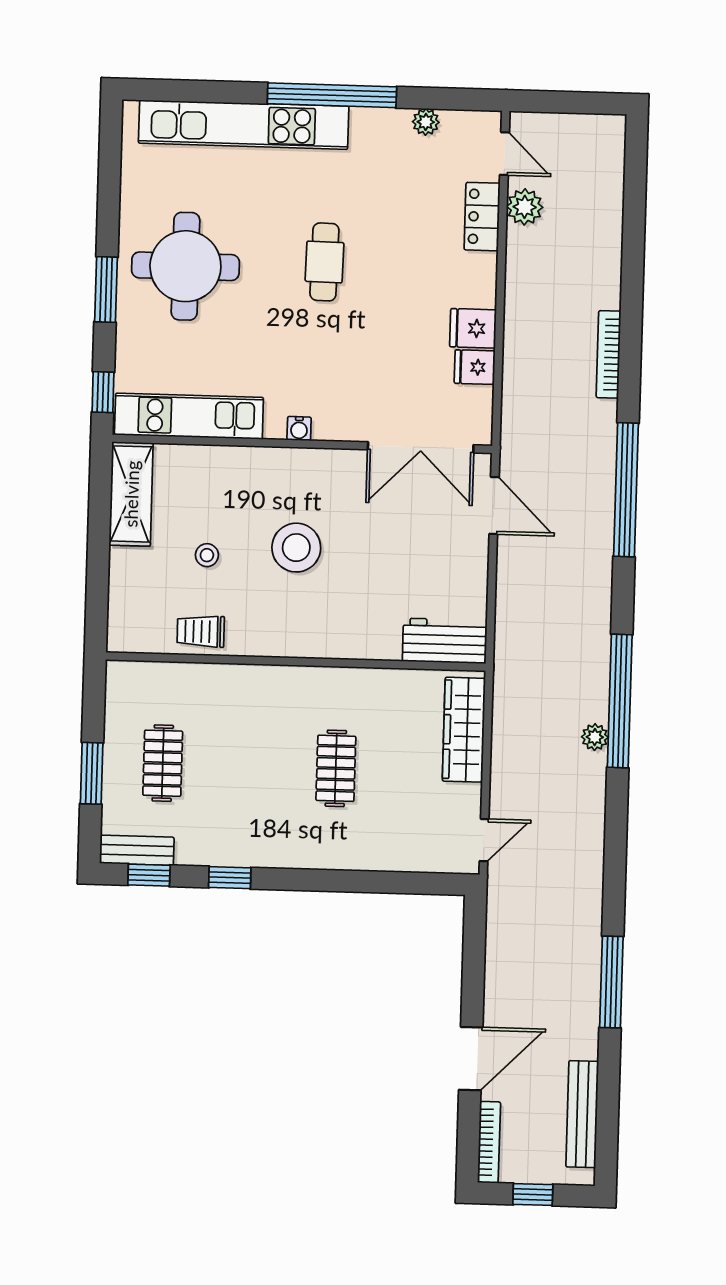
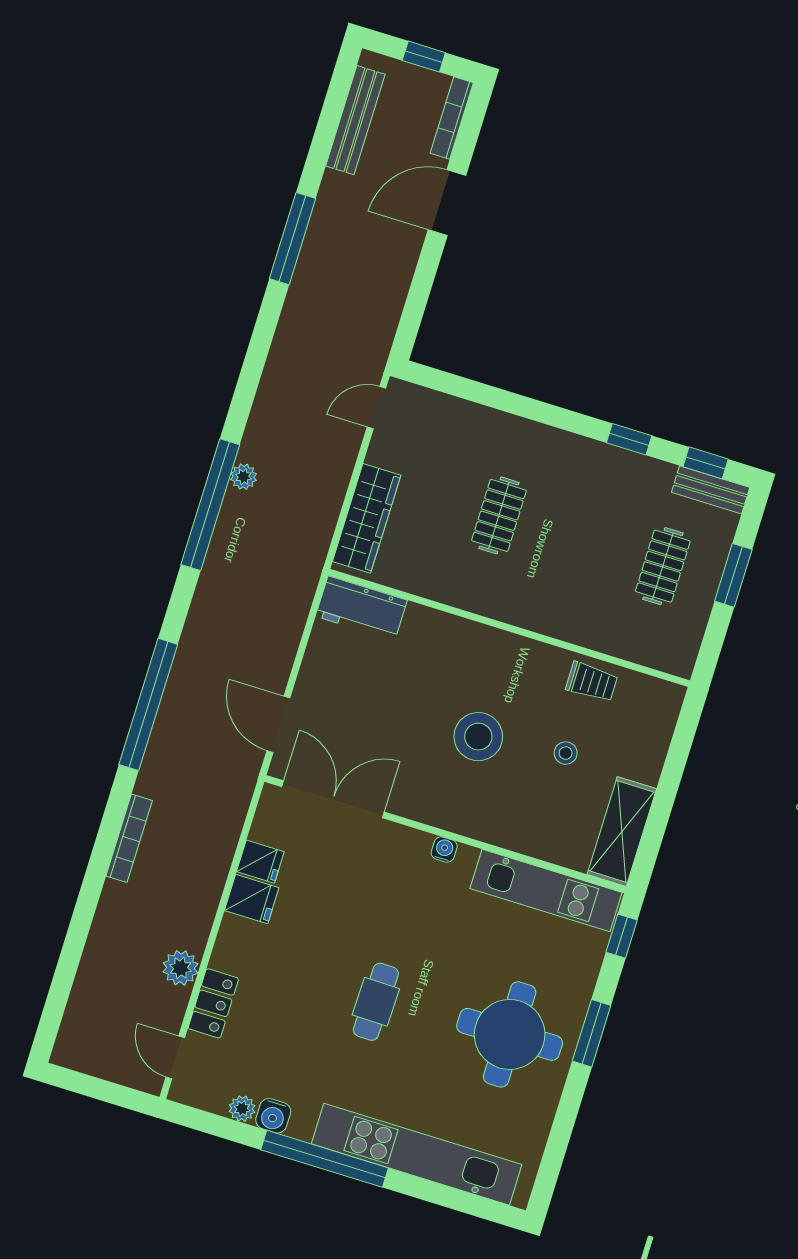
water cooler: (394, 123) -> (273, 1116), added
plant: (525, 207) -> (181, 968), moved

